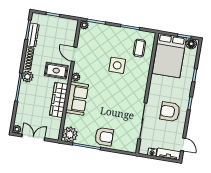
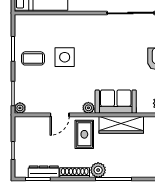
coffee table: (139, 48) -> (33, 58), moved

